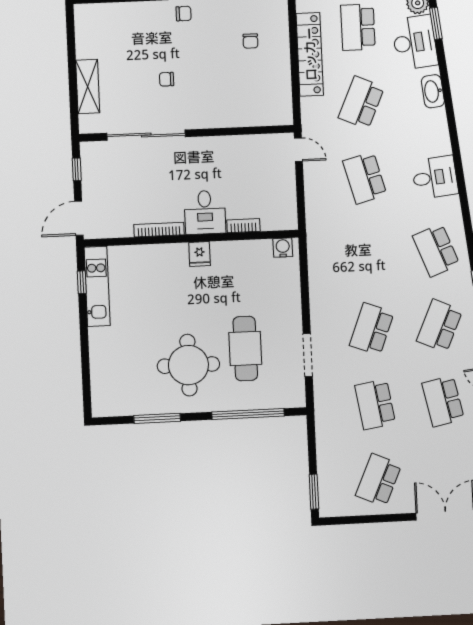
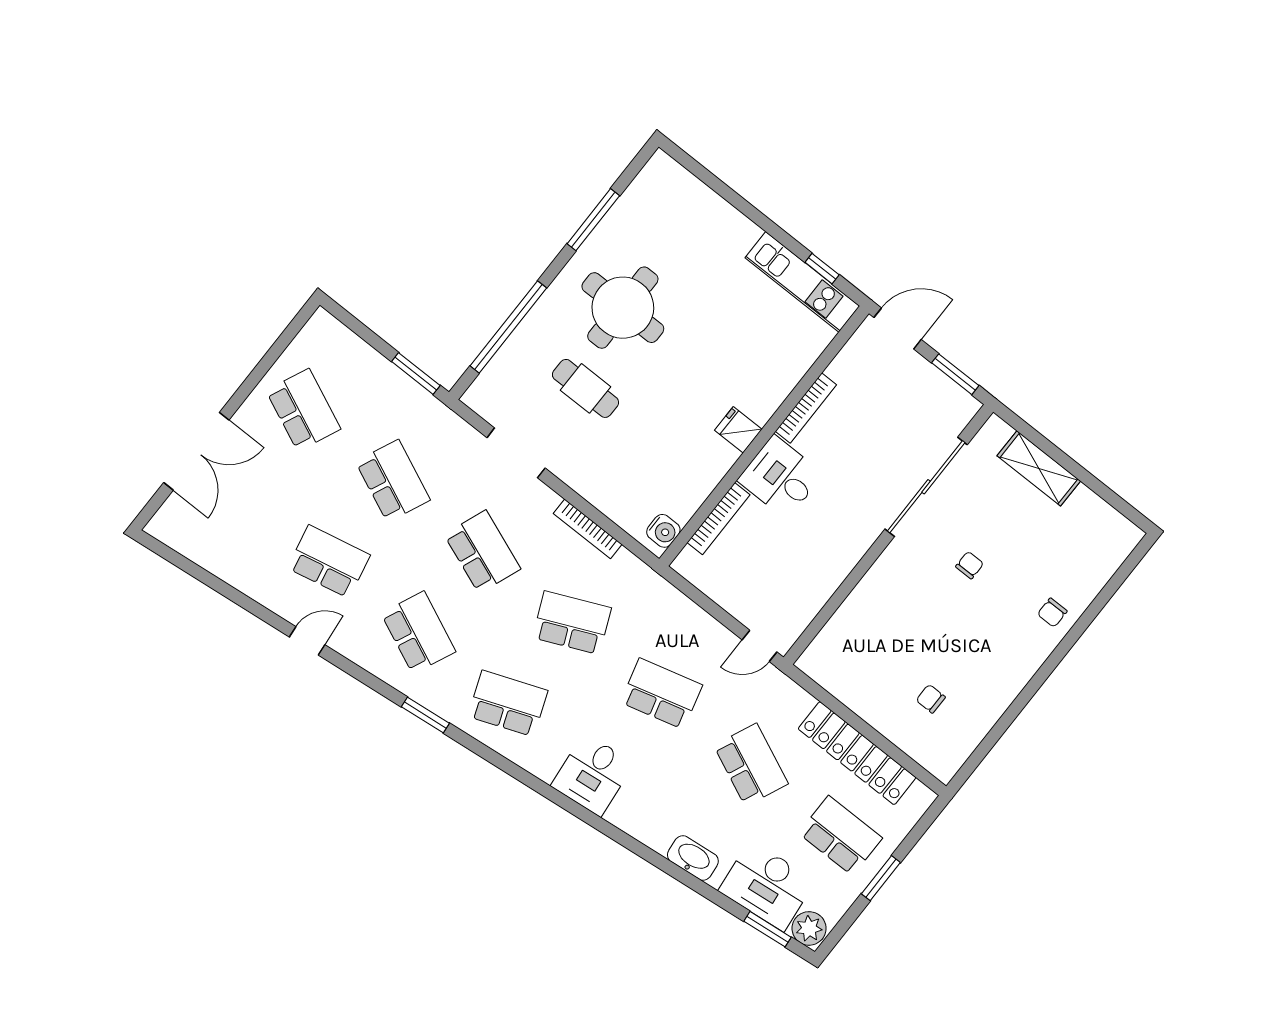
chair: (184, 14) -> (1052, 613), moved
window: (77, 169) -> (955, 374), width x1.50
door: (79, 218) -> (898, 328), hinge flipped
bookcase: (243, 226) -> (718, 519), width x1.56
school desk: (368, 253) -> (572, 623), added
bookcase: (315, 286) -> (588, 529), added
cafe table: (245, 348) -> (585, 388), width x0.73, depth x0.74
school desk: (375, 404) -> (393, 481), turned 33
window: (314, 492) -> (416, 373), moved

